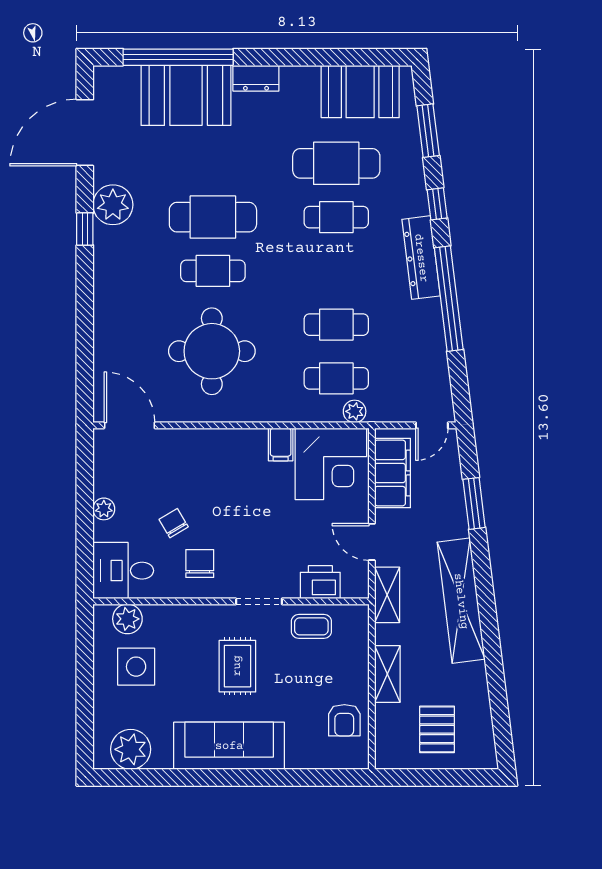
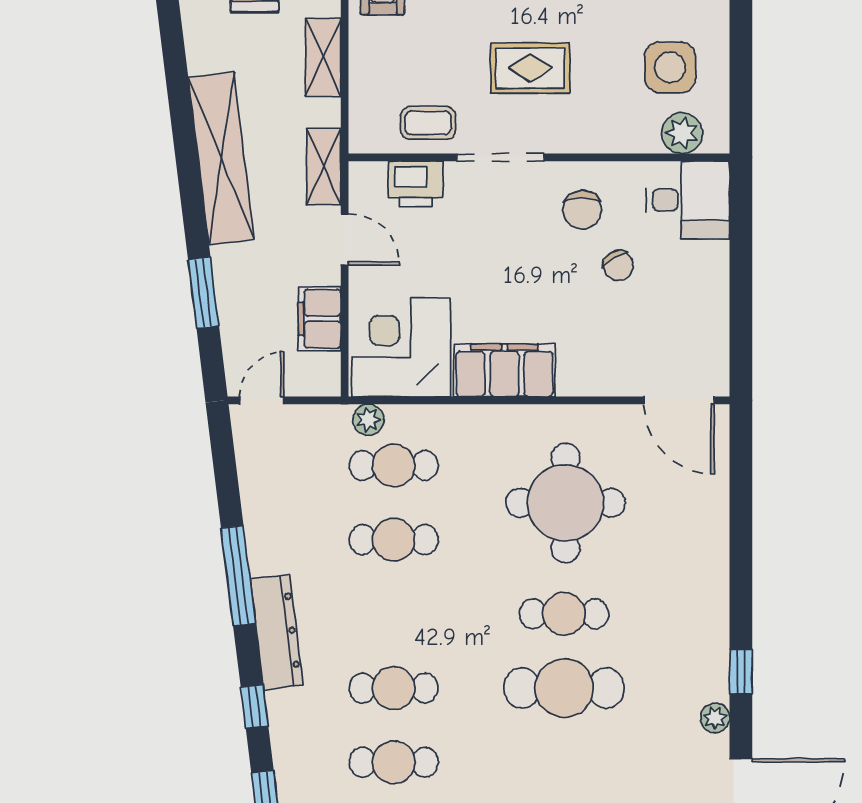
cafe table: (336, 163) -> (394, 762), width x0.73, depth x0.74
plant: (113, 205) -> (715, 718), width x0.53, depth x0.53
window: (449, 299) -> (238, 576), width x0.68
filing cabinet: (281, 444) -> (504, 370), width x3.00, depth x1.17
filing cabinet: (392, 473) -> (320, 319), width x0.67, depth x0.86
plant: (104, 509) -> (715, 285), removed
doorway: (259, 601) -> (500, 157), width x1.38
rug: (237, 666) -> (530, 68), turned 90

